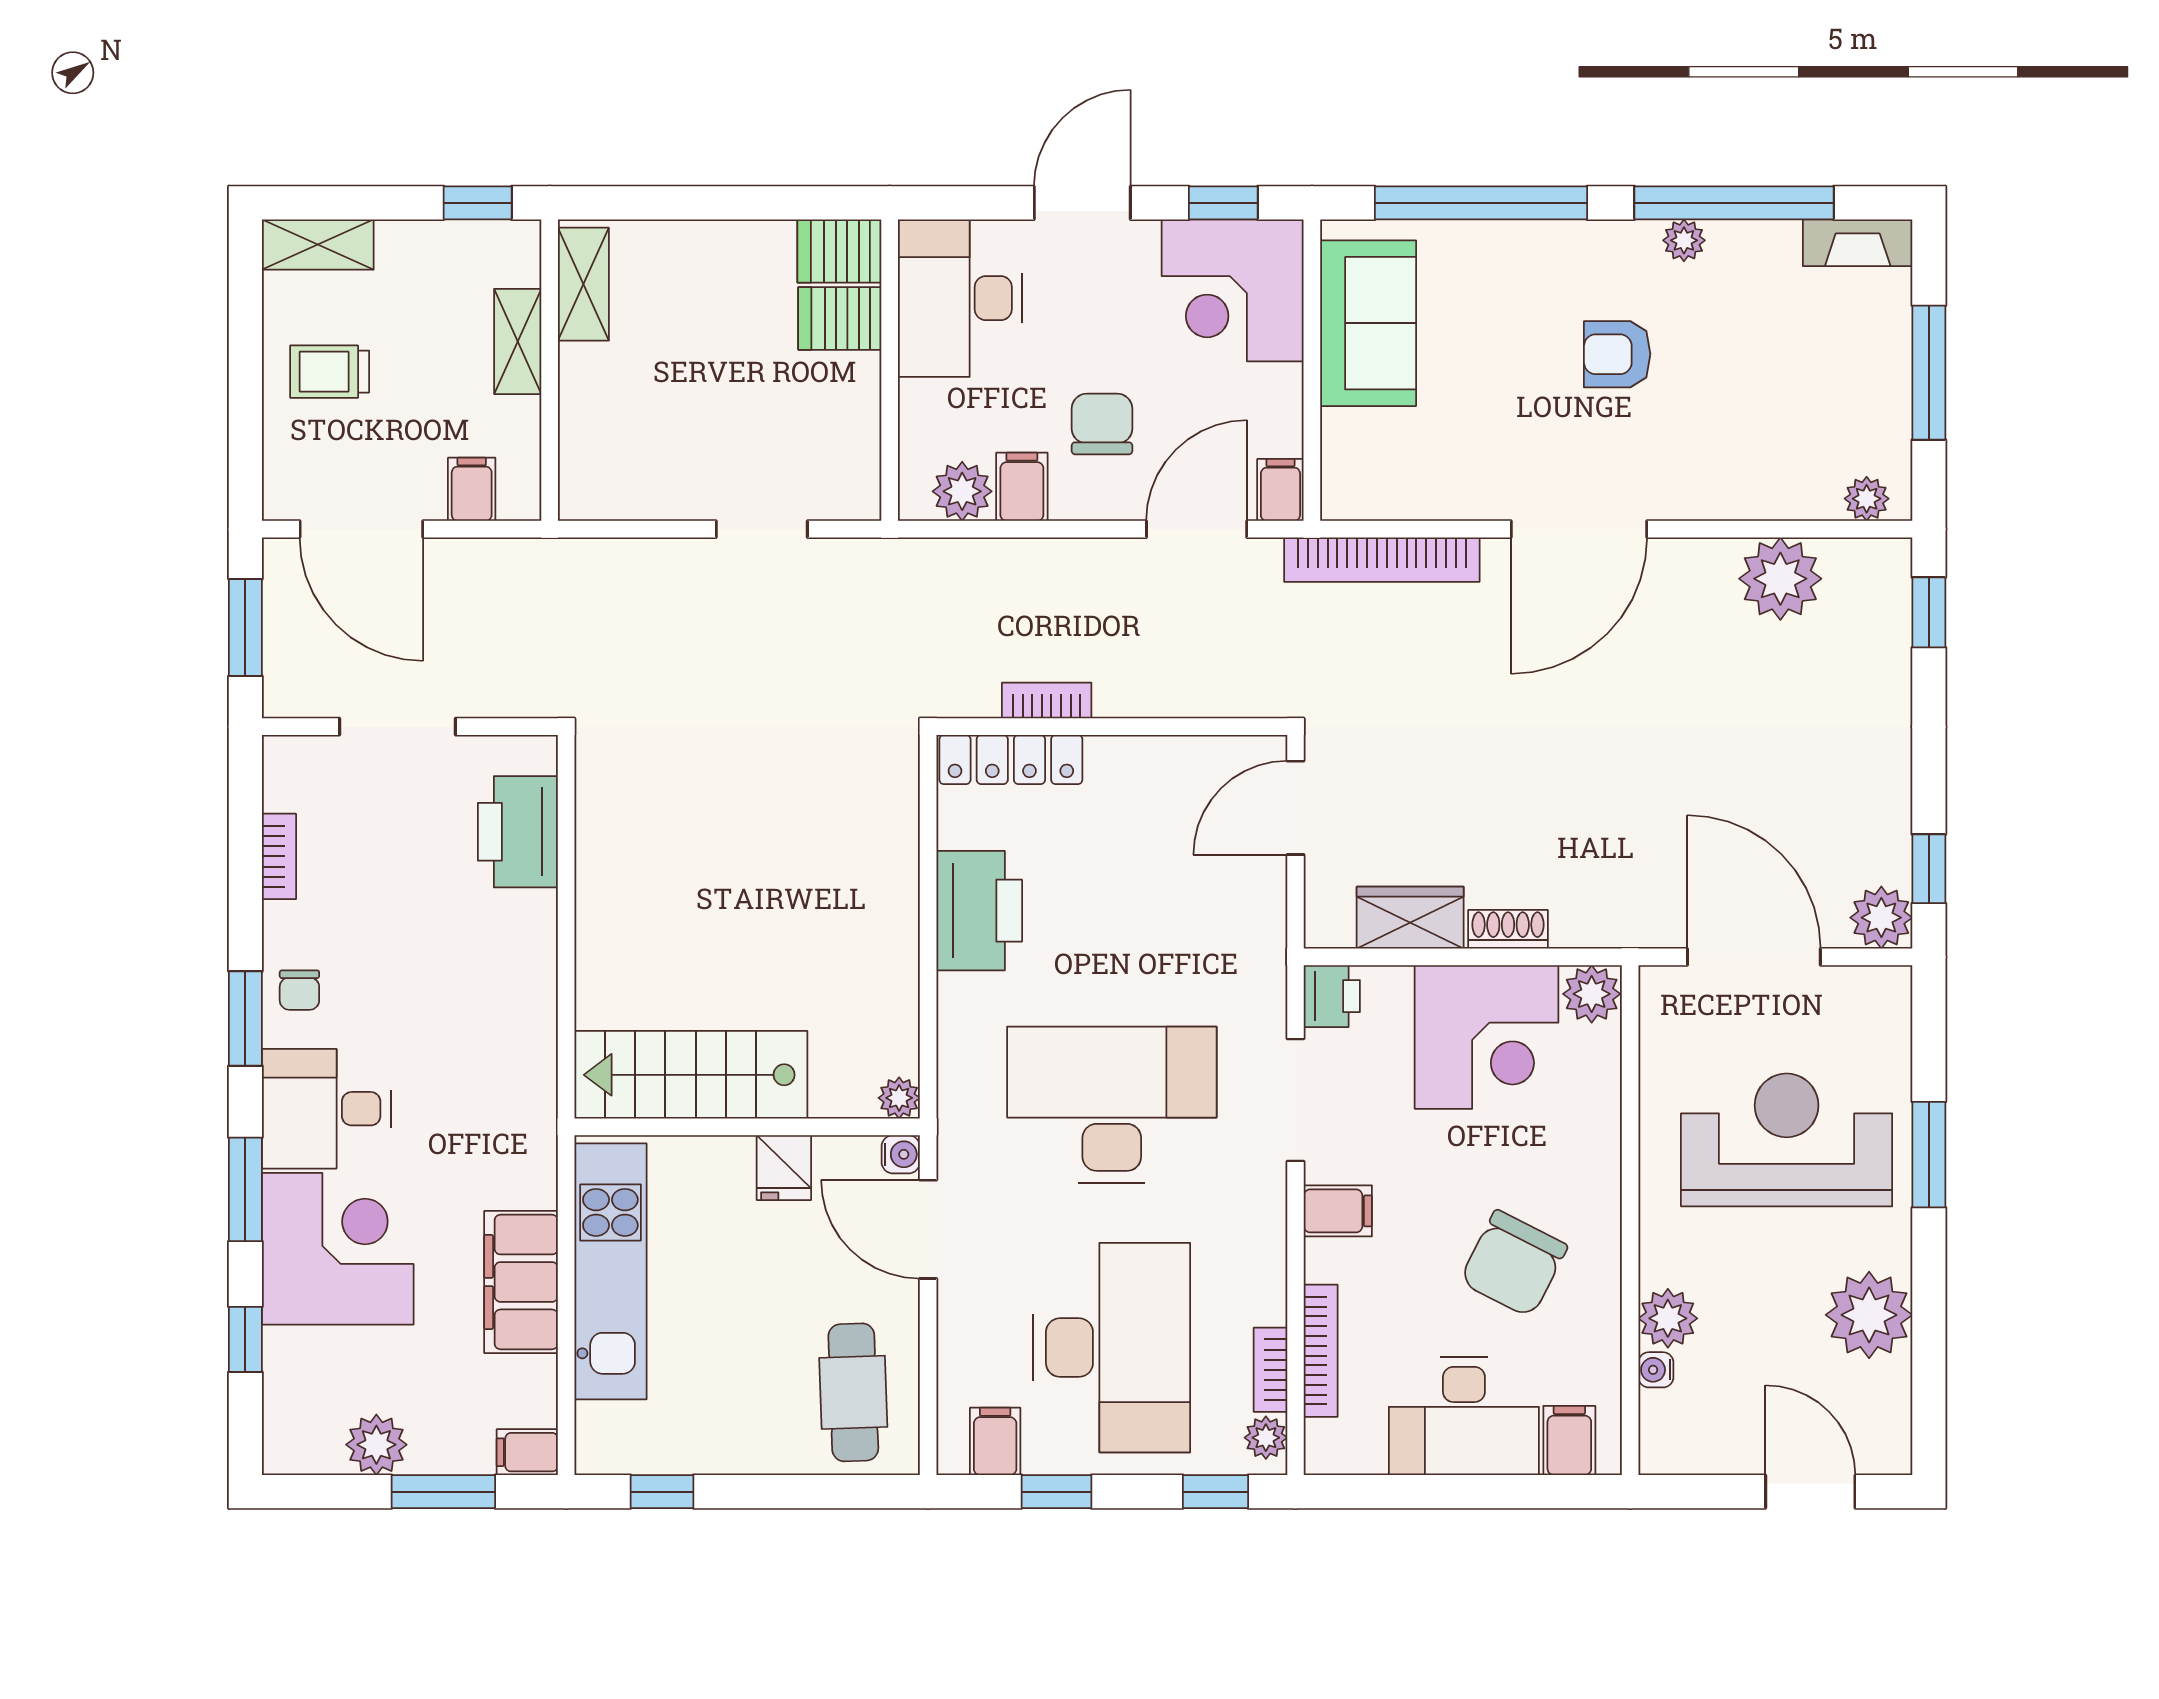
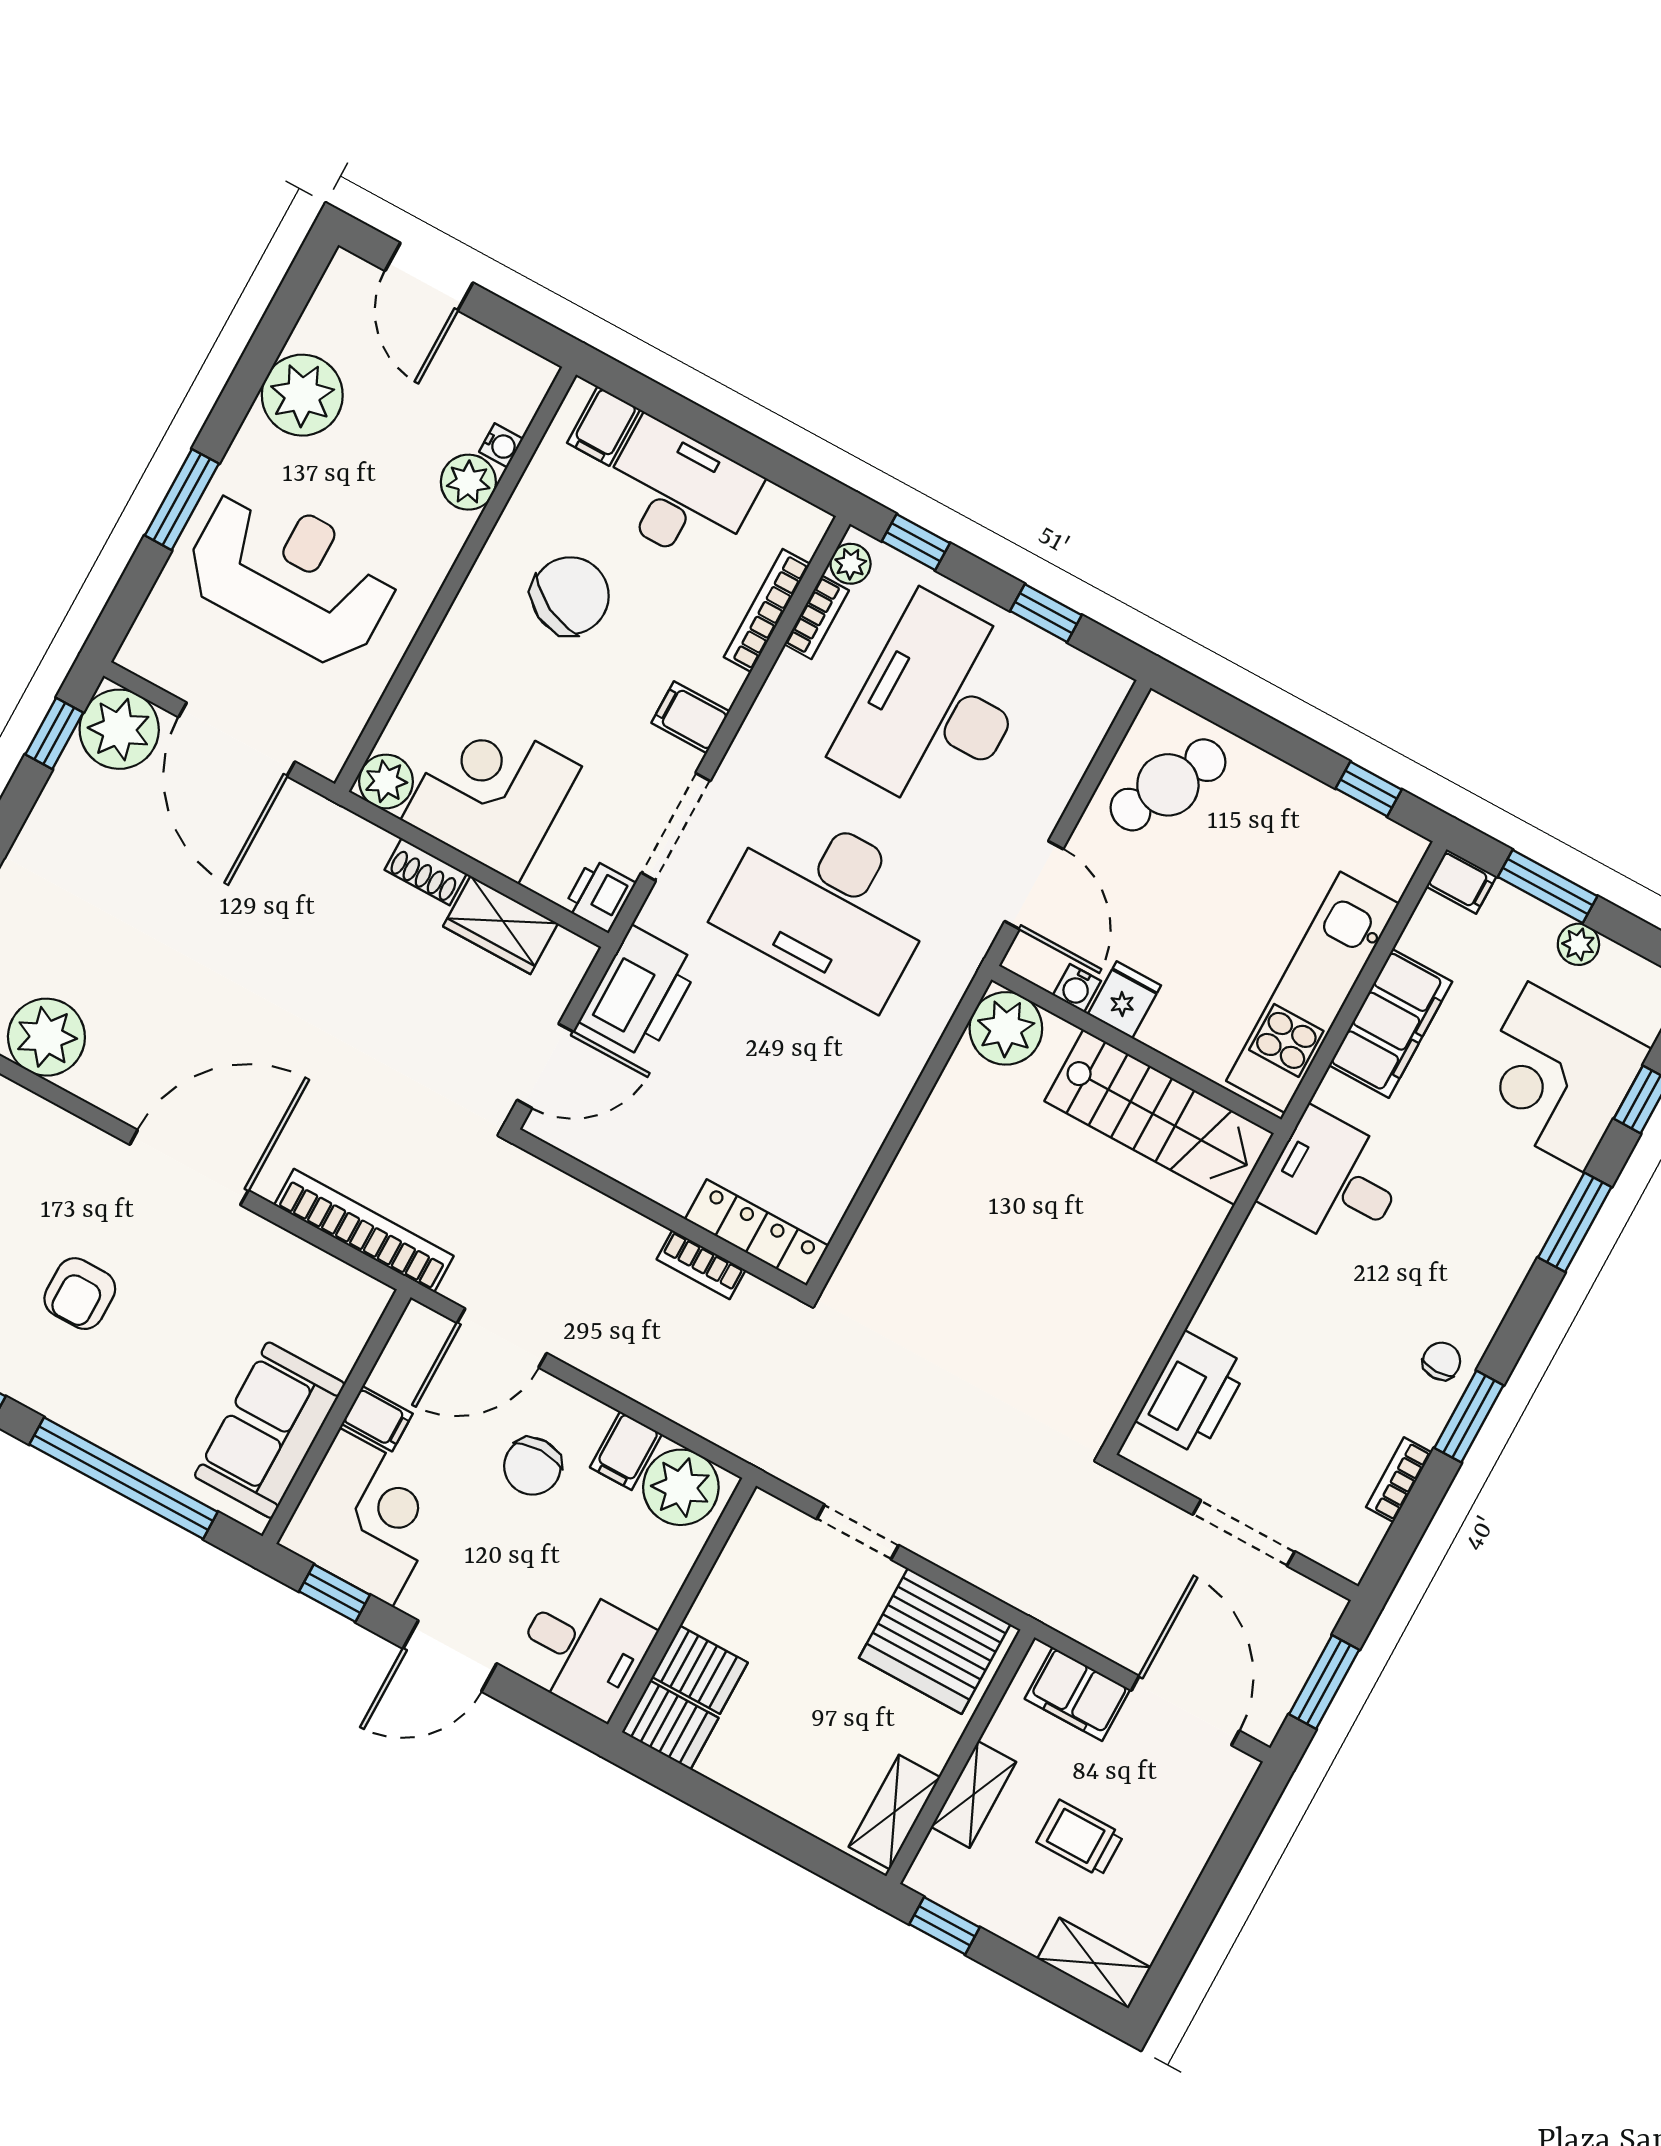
desk: (960, 298) -> (583, 1650), width x0.73
armchair: (1617, 354) -> (80, 1294), turned 90
trolley: (330, 372) -> (1080, 1838), moved, turned 180
server rack: (633, 466) -> (935, 1641), added
filing cabinet: (472, 489) -> (1077, 1694), width x2.00
filing cabinet: (1280, 490) -> (377, 1419), moved, turned -90
plant: (962, 491) -> (681, 1487), width x1.36, depth x1.36
printer: (979, 911) -> (640, 992), moved, turned 180
plant: (1881, 918) -> (119, 729), width x1.36, depth x1.36
window: (245, 1018) -> (1469, 1417), moved
plant: (899, 1098) -> (1006, 1028), width x1.88, depth x1.88
desk: (326, 1109) -> (1334, 1180), moved, turned 180
reception desk: (1787, 1140) -> (292, 575), turned 180
water cooler: (901, 1154) -> (1077, 988), moved, turned -90
corner desk: (338, 1249) -> (1556, 1077), moved
cafe table: (853, 1392) -> (1168, 785), turned 30
filing cabinet: (995, 1441) -> (1074, 682), removed
plant: (376, 1445) -> (1578, 944), width x0.73, depth x0.73

